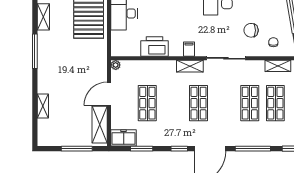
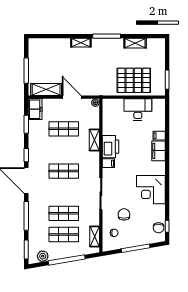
printer: (154, 47) -> (111, 147), moved
shelving: (190, 66) -> (94, 140), moved
shelving: (43, 106) -> (81, 43), moved

